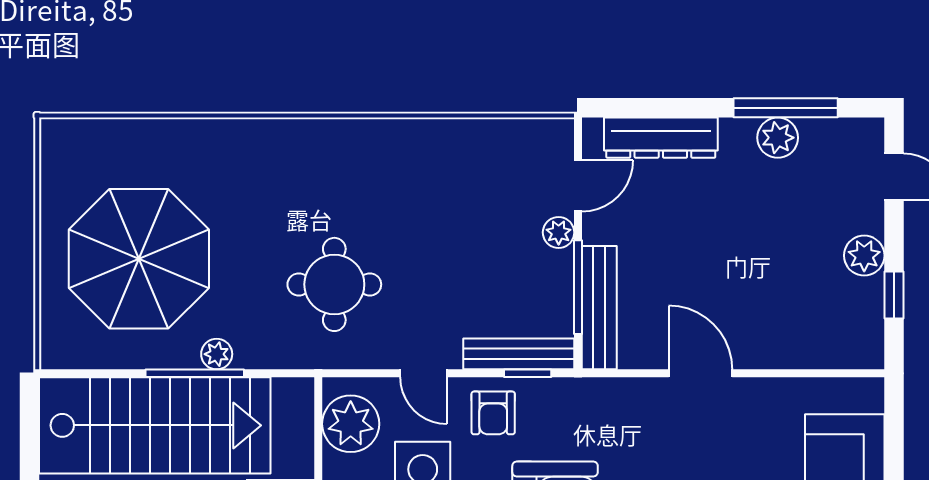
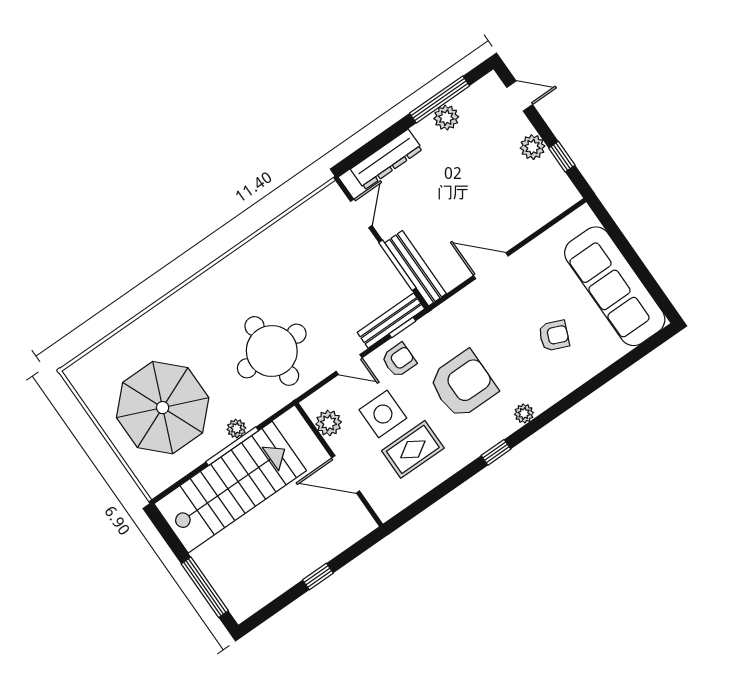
plant: (559, 232) -> (368, 244), removed
round table: (334, 284) -> (272, 351), width x1.36, depth x1.36
armchair: (493, 413) -> (399, 360), turned -90
plant: (351, 424) -> (329, 423), width x0.73, depth x0.73

